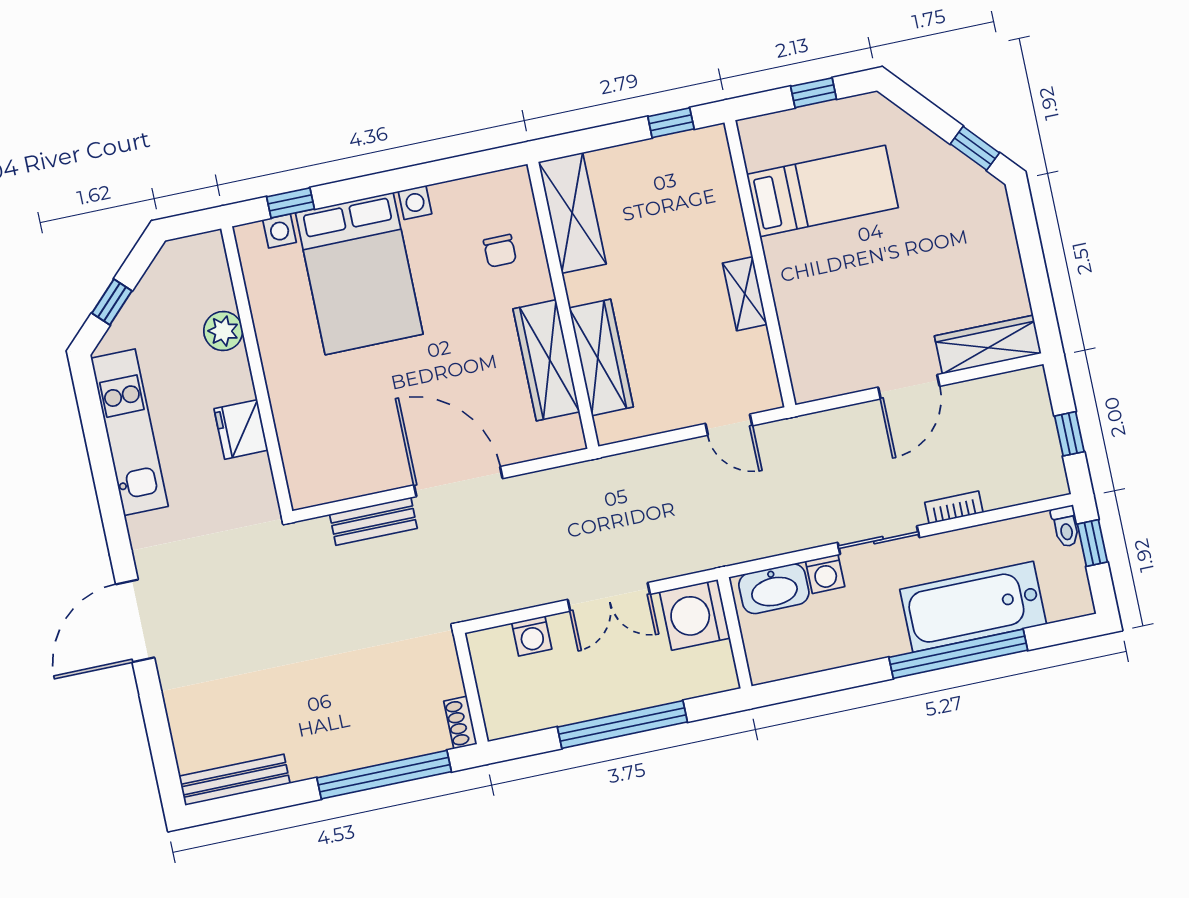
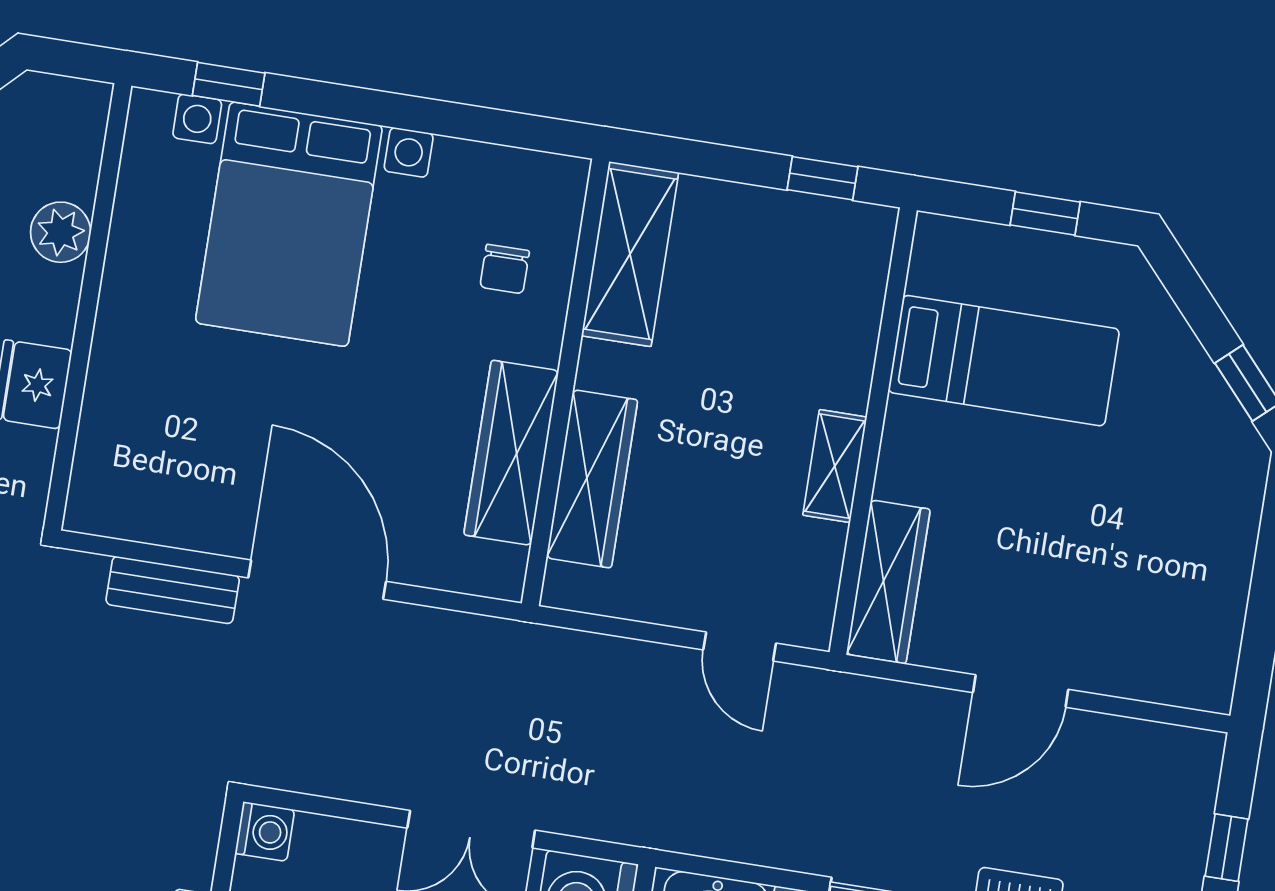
wardrobe: (988, 345) -> (888, 582), moved, turned 90
washing machine: (532, 636) -> (265, 832), moved, turned -90

